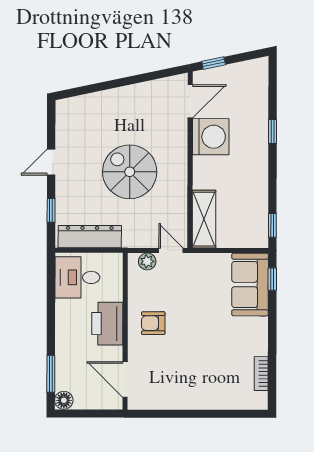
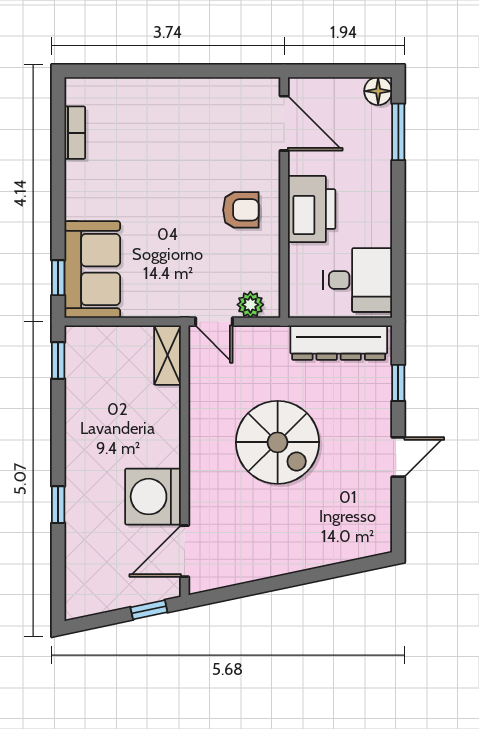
shelving: (204, 219) -> (168, 355), width x0.67, depth x0.75

